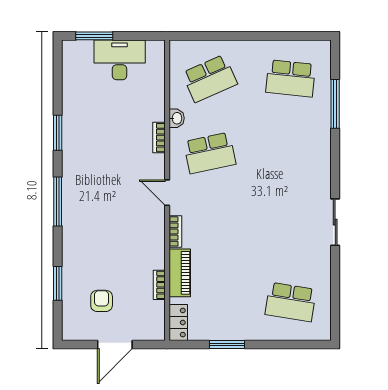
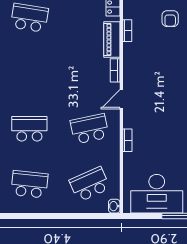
desk: (120, 60) -> (157, 194), width x1.36, depth x1.30
washbasin: (177, 118) -> (114, 206), moved
school desk: (291, 153) -> (29, 129), added
door: (167, 193) -> (121, 99), swing flipped

